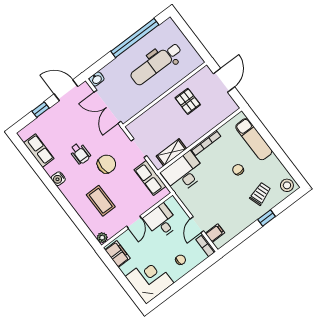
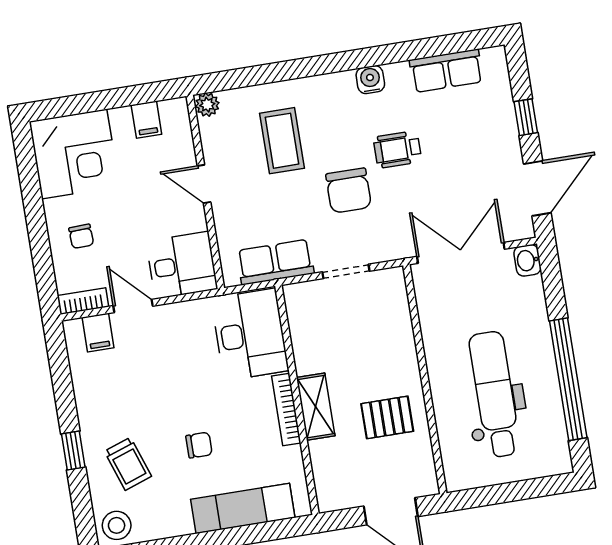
shelving: (171, 152) -> (316, 407), moved
coffee table: (101, 201) -> (282, 141), turned 90
desk: (161, 221) -> (182, 265), moved
filing cabinet: (117, 254) -> (146, 120), width x0.50

